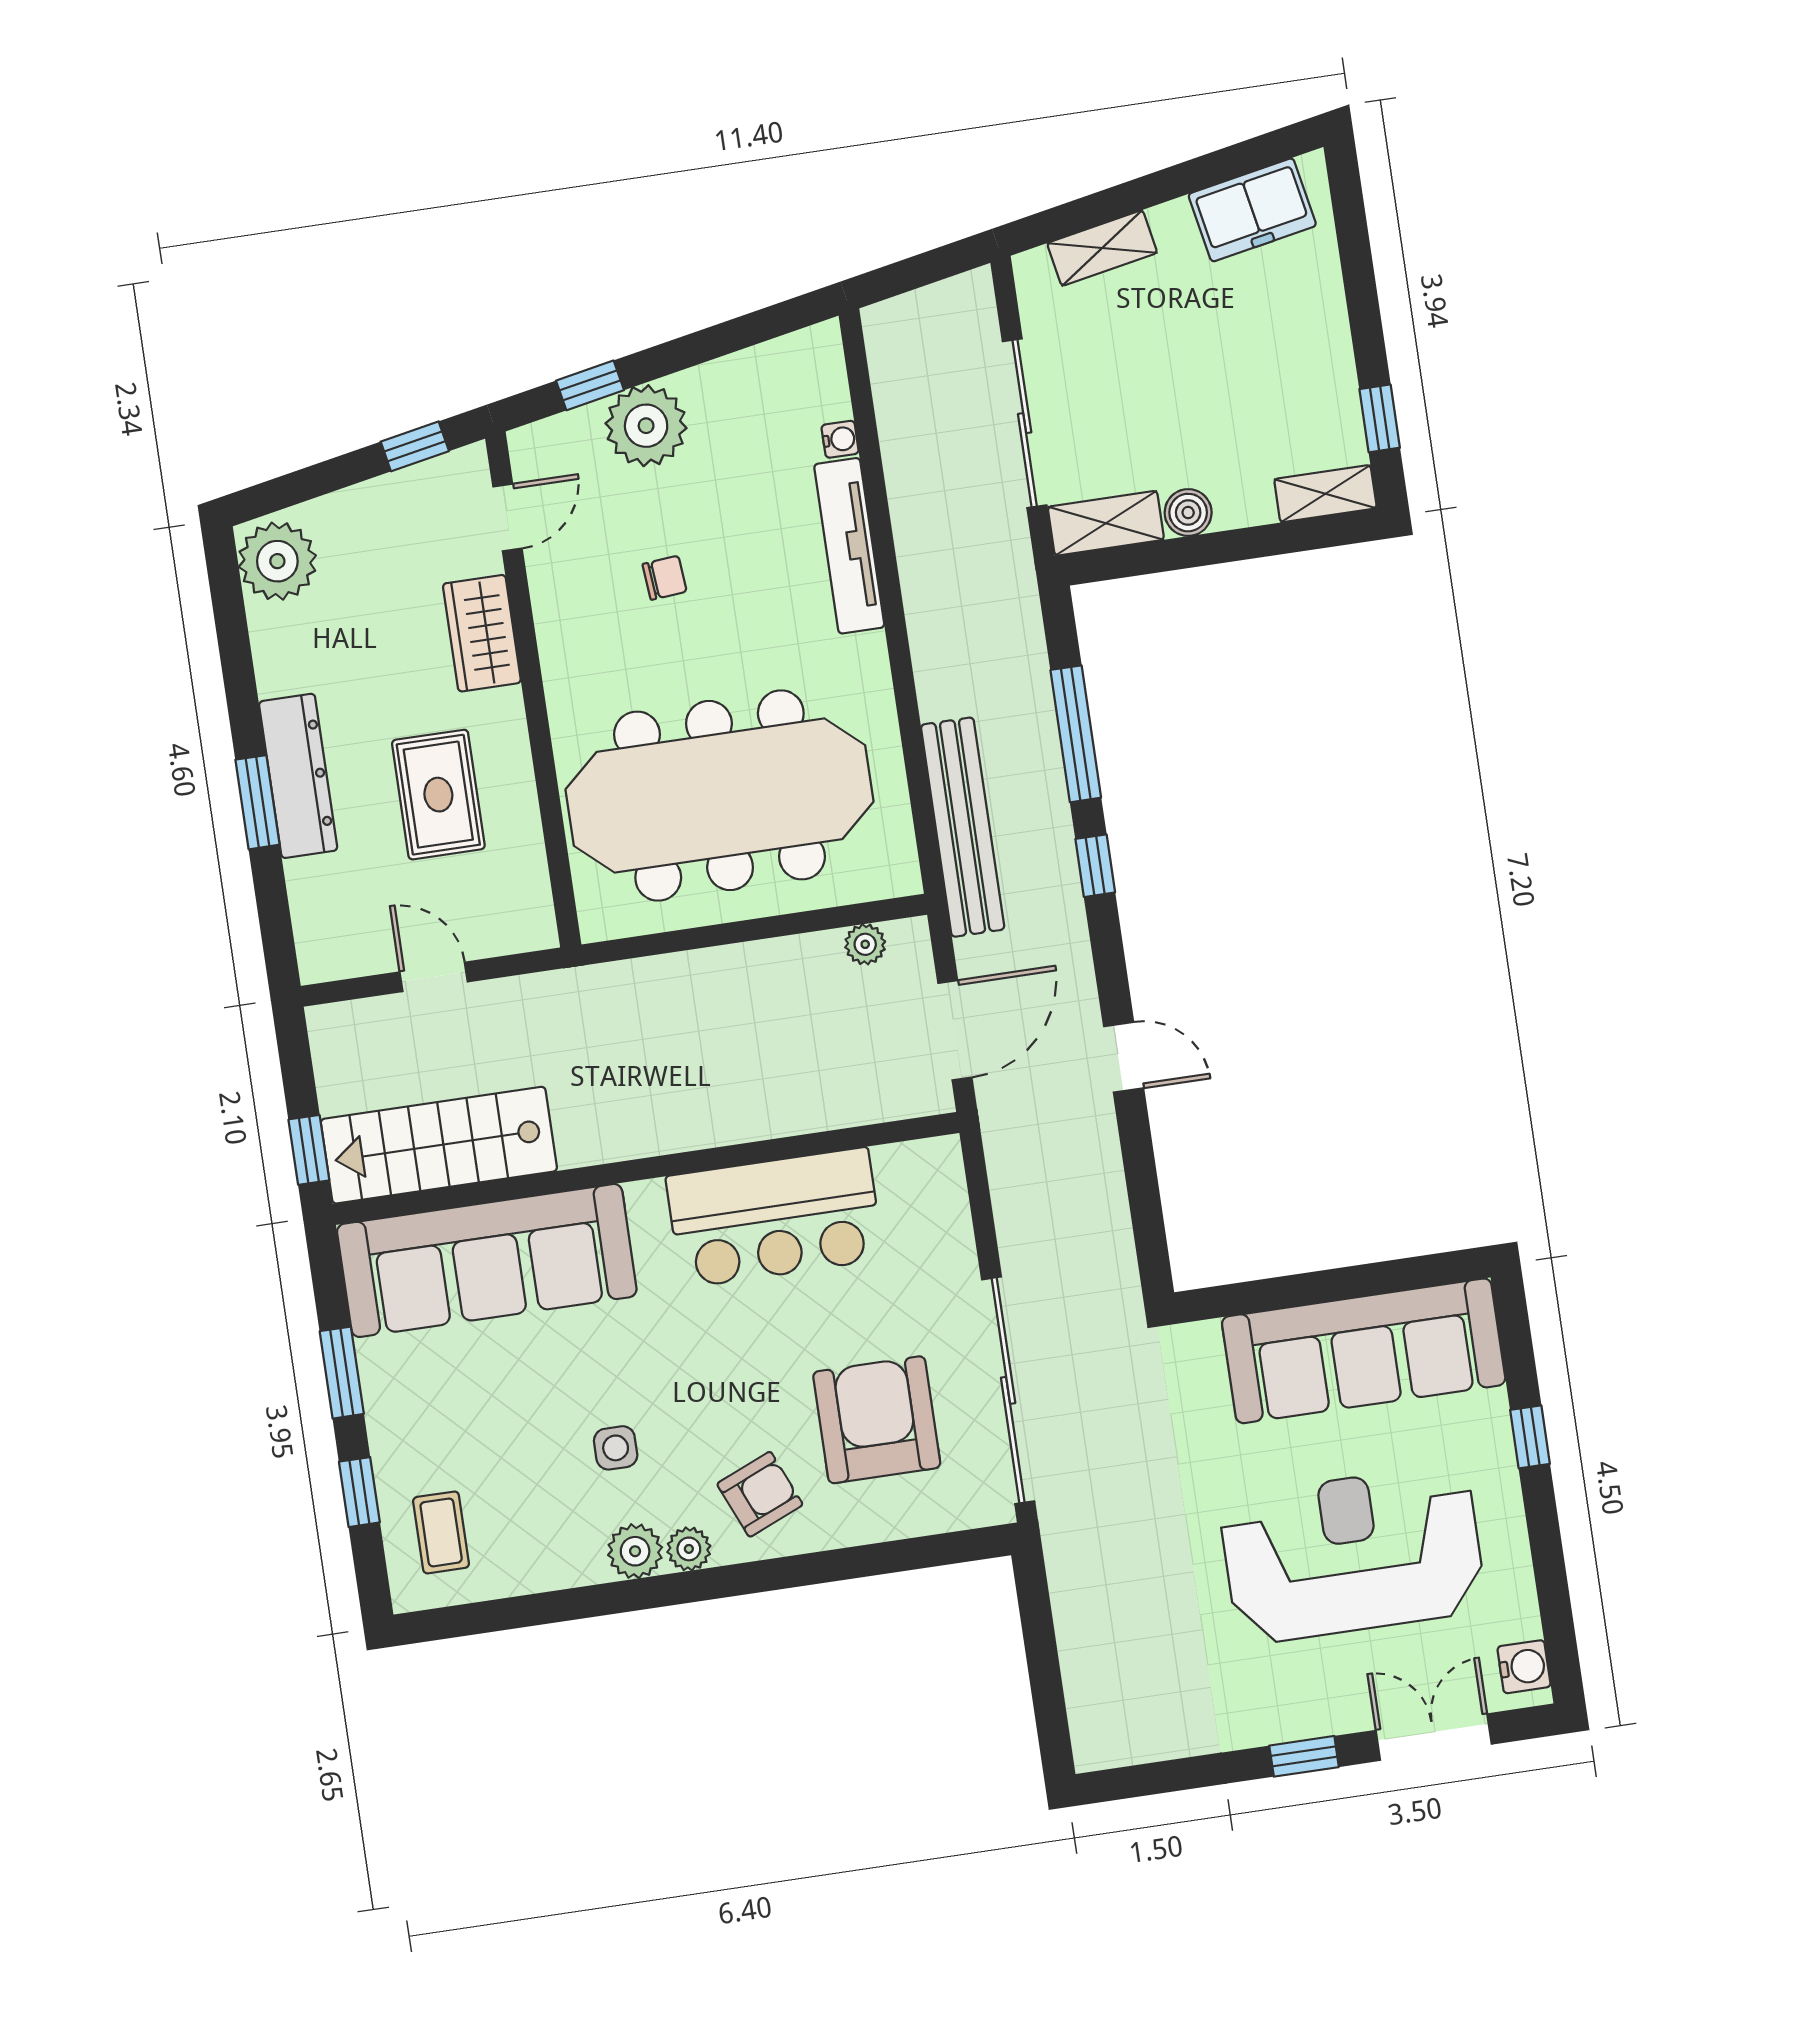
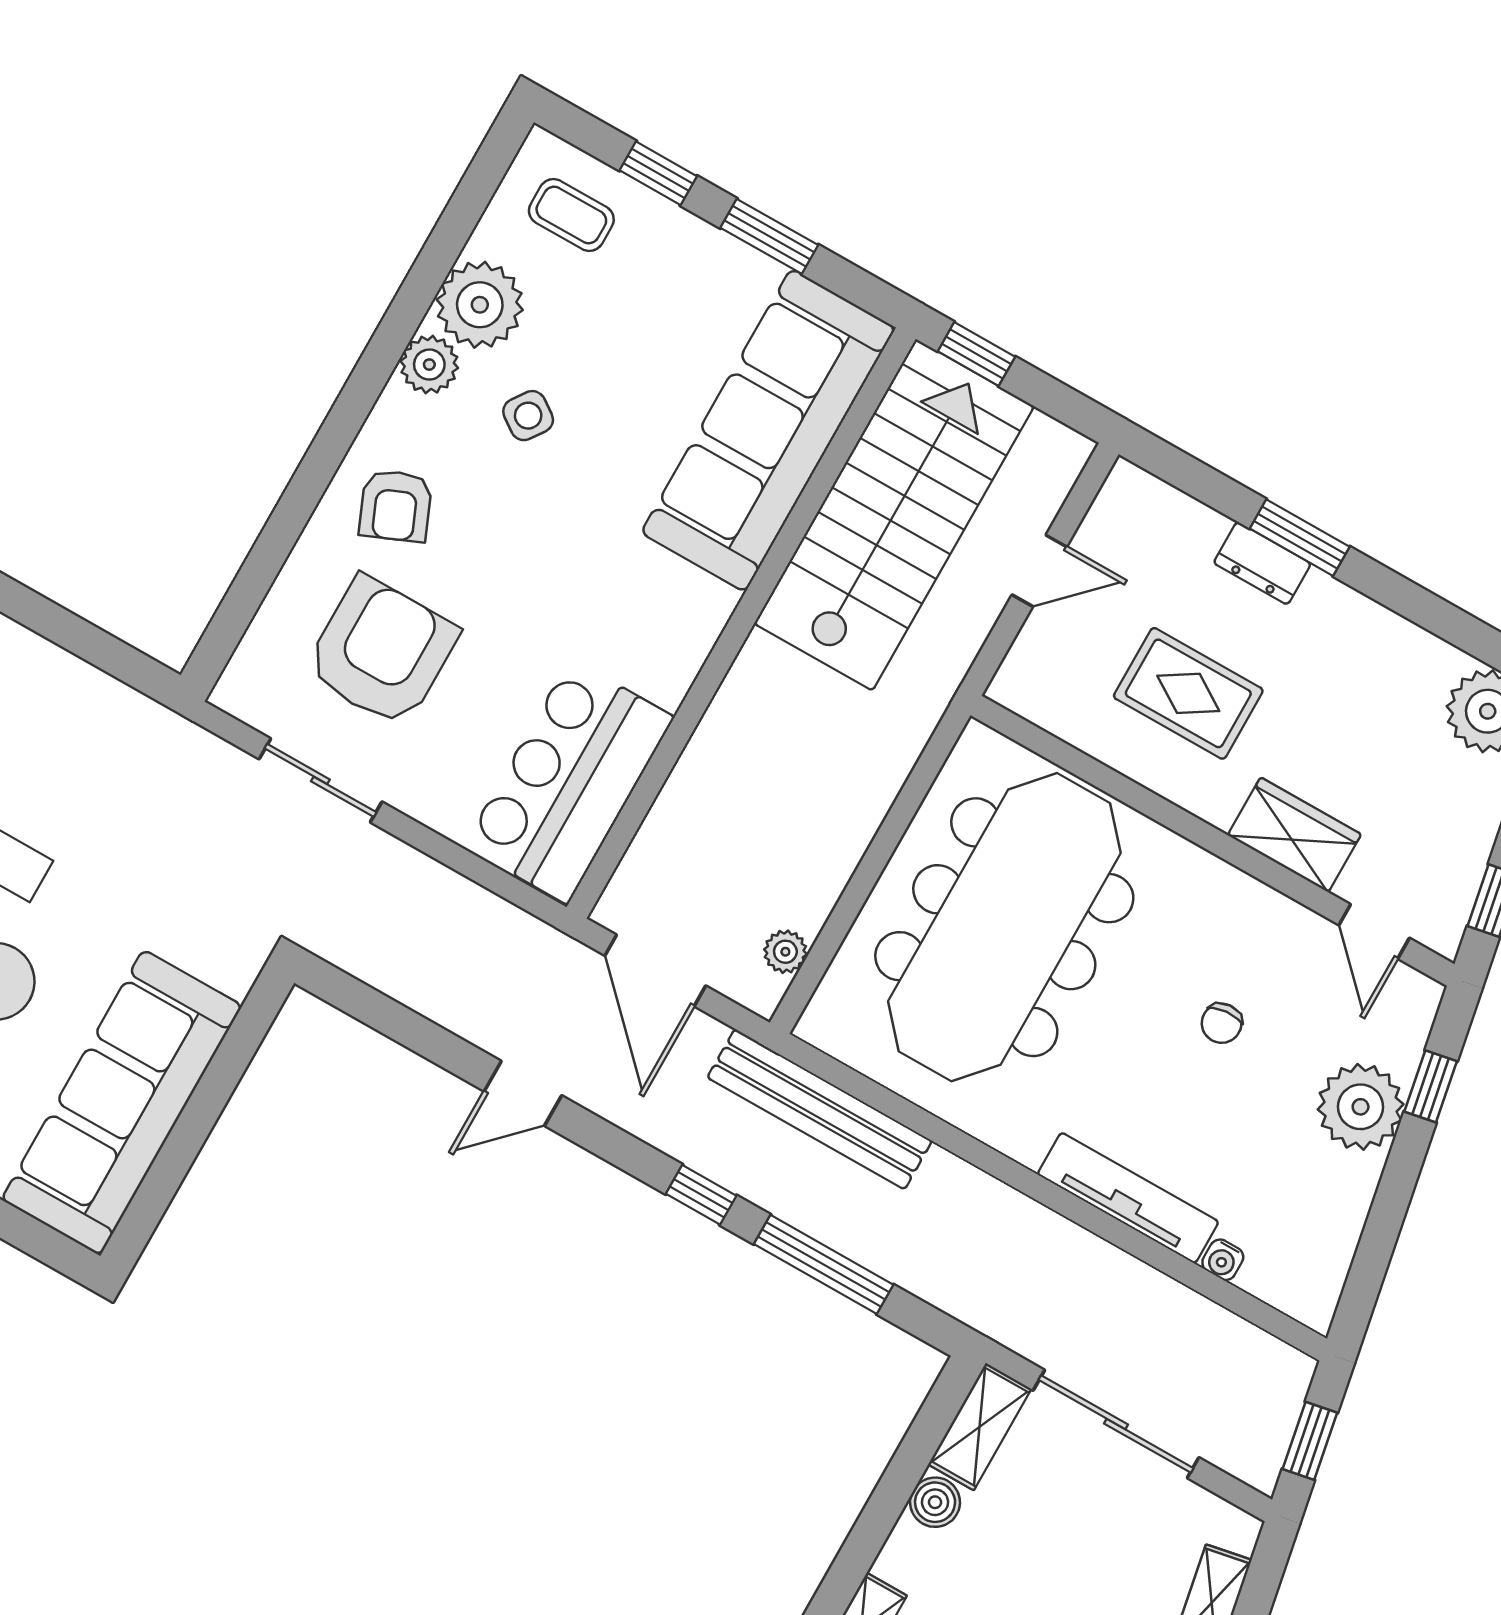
window: (924, 269) -> (1310, 1441), added
dresser: (298, 776) -> (1262, 563), width x0.51, depth x0.80
stairs: (439, 1145) -> (894, 515), width x1.36, depth x1.51
bar counter: (775, 1218) -> (569, 781), moved
sliding door: (1008, 1390) -> (320, 780), width x0.54
armchair: (877, 1420) -> (381, 652), turned -90
side table: (616, 1448) -> (528, 416), turned 35
plant: (689, 1549) -> (480, 305), moved, width x1.88, depth x1.88

